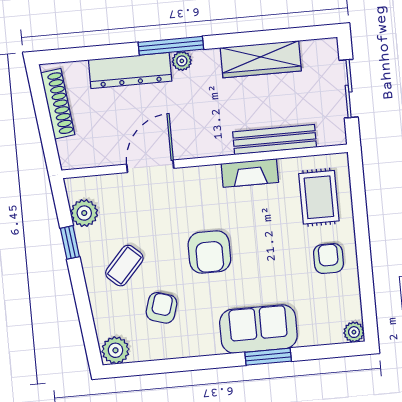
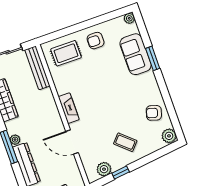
bench: (275, 140) -> (37, 68), moved
fireplace: (250, 173) -> (69, 108), moved
armchair: (209, 252) -> (108, 101), removed
armchair: (162, 308) -> (154, 113), moved
sofa: (258, 329) -> (136, 54), moved

